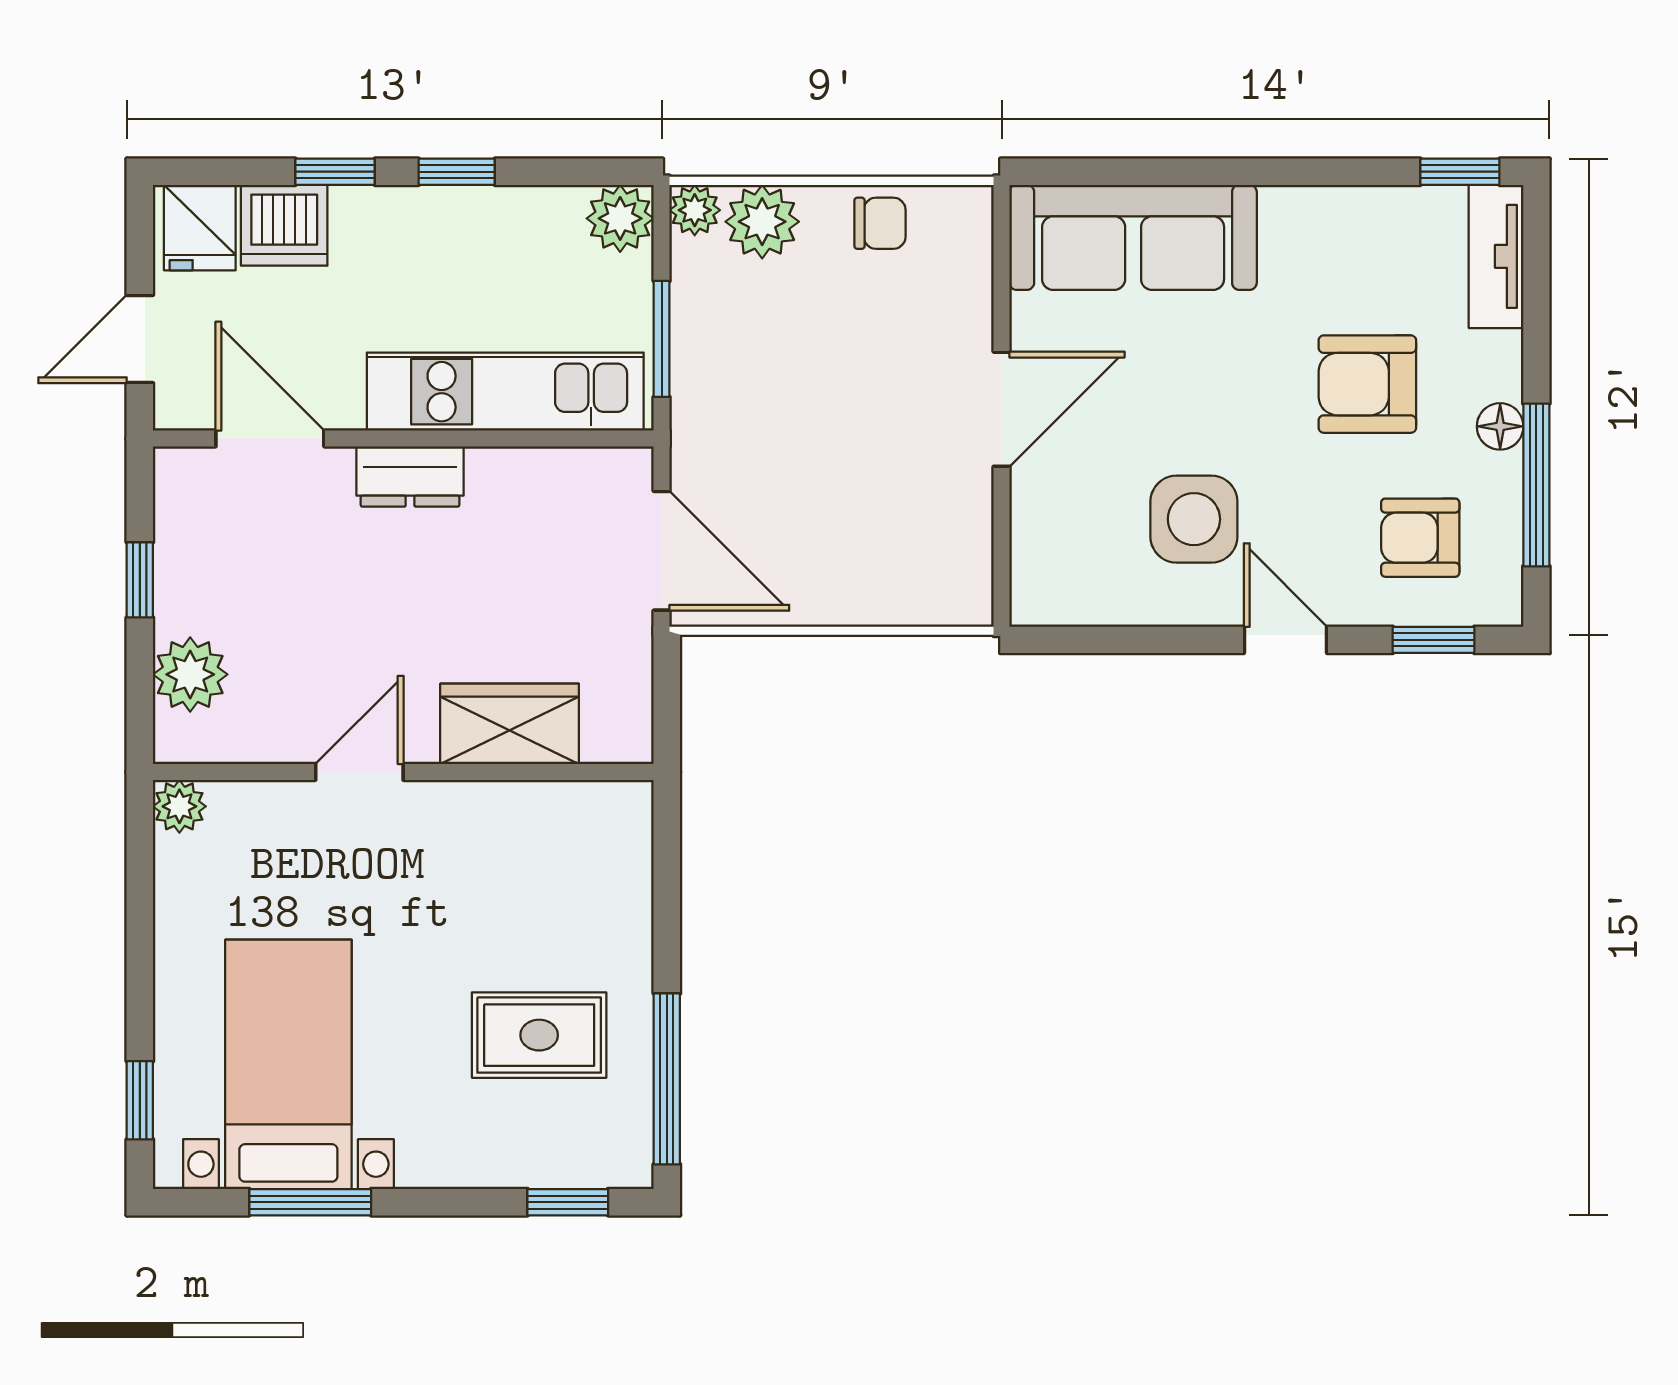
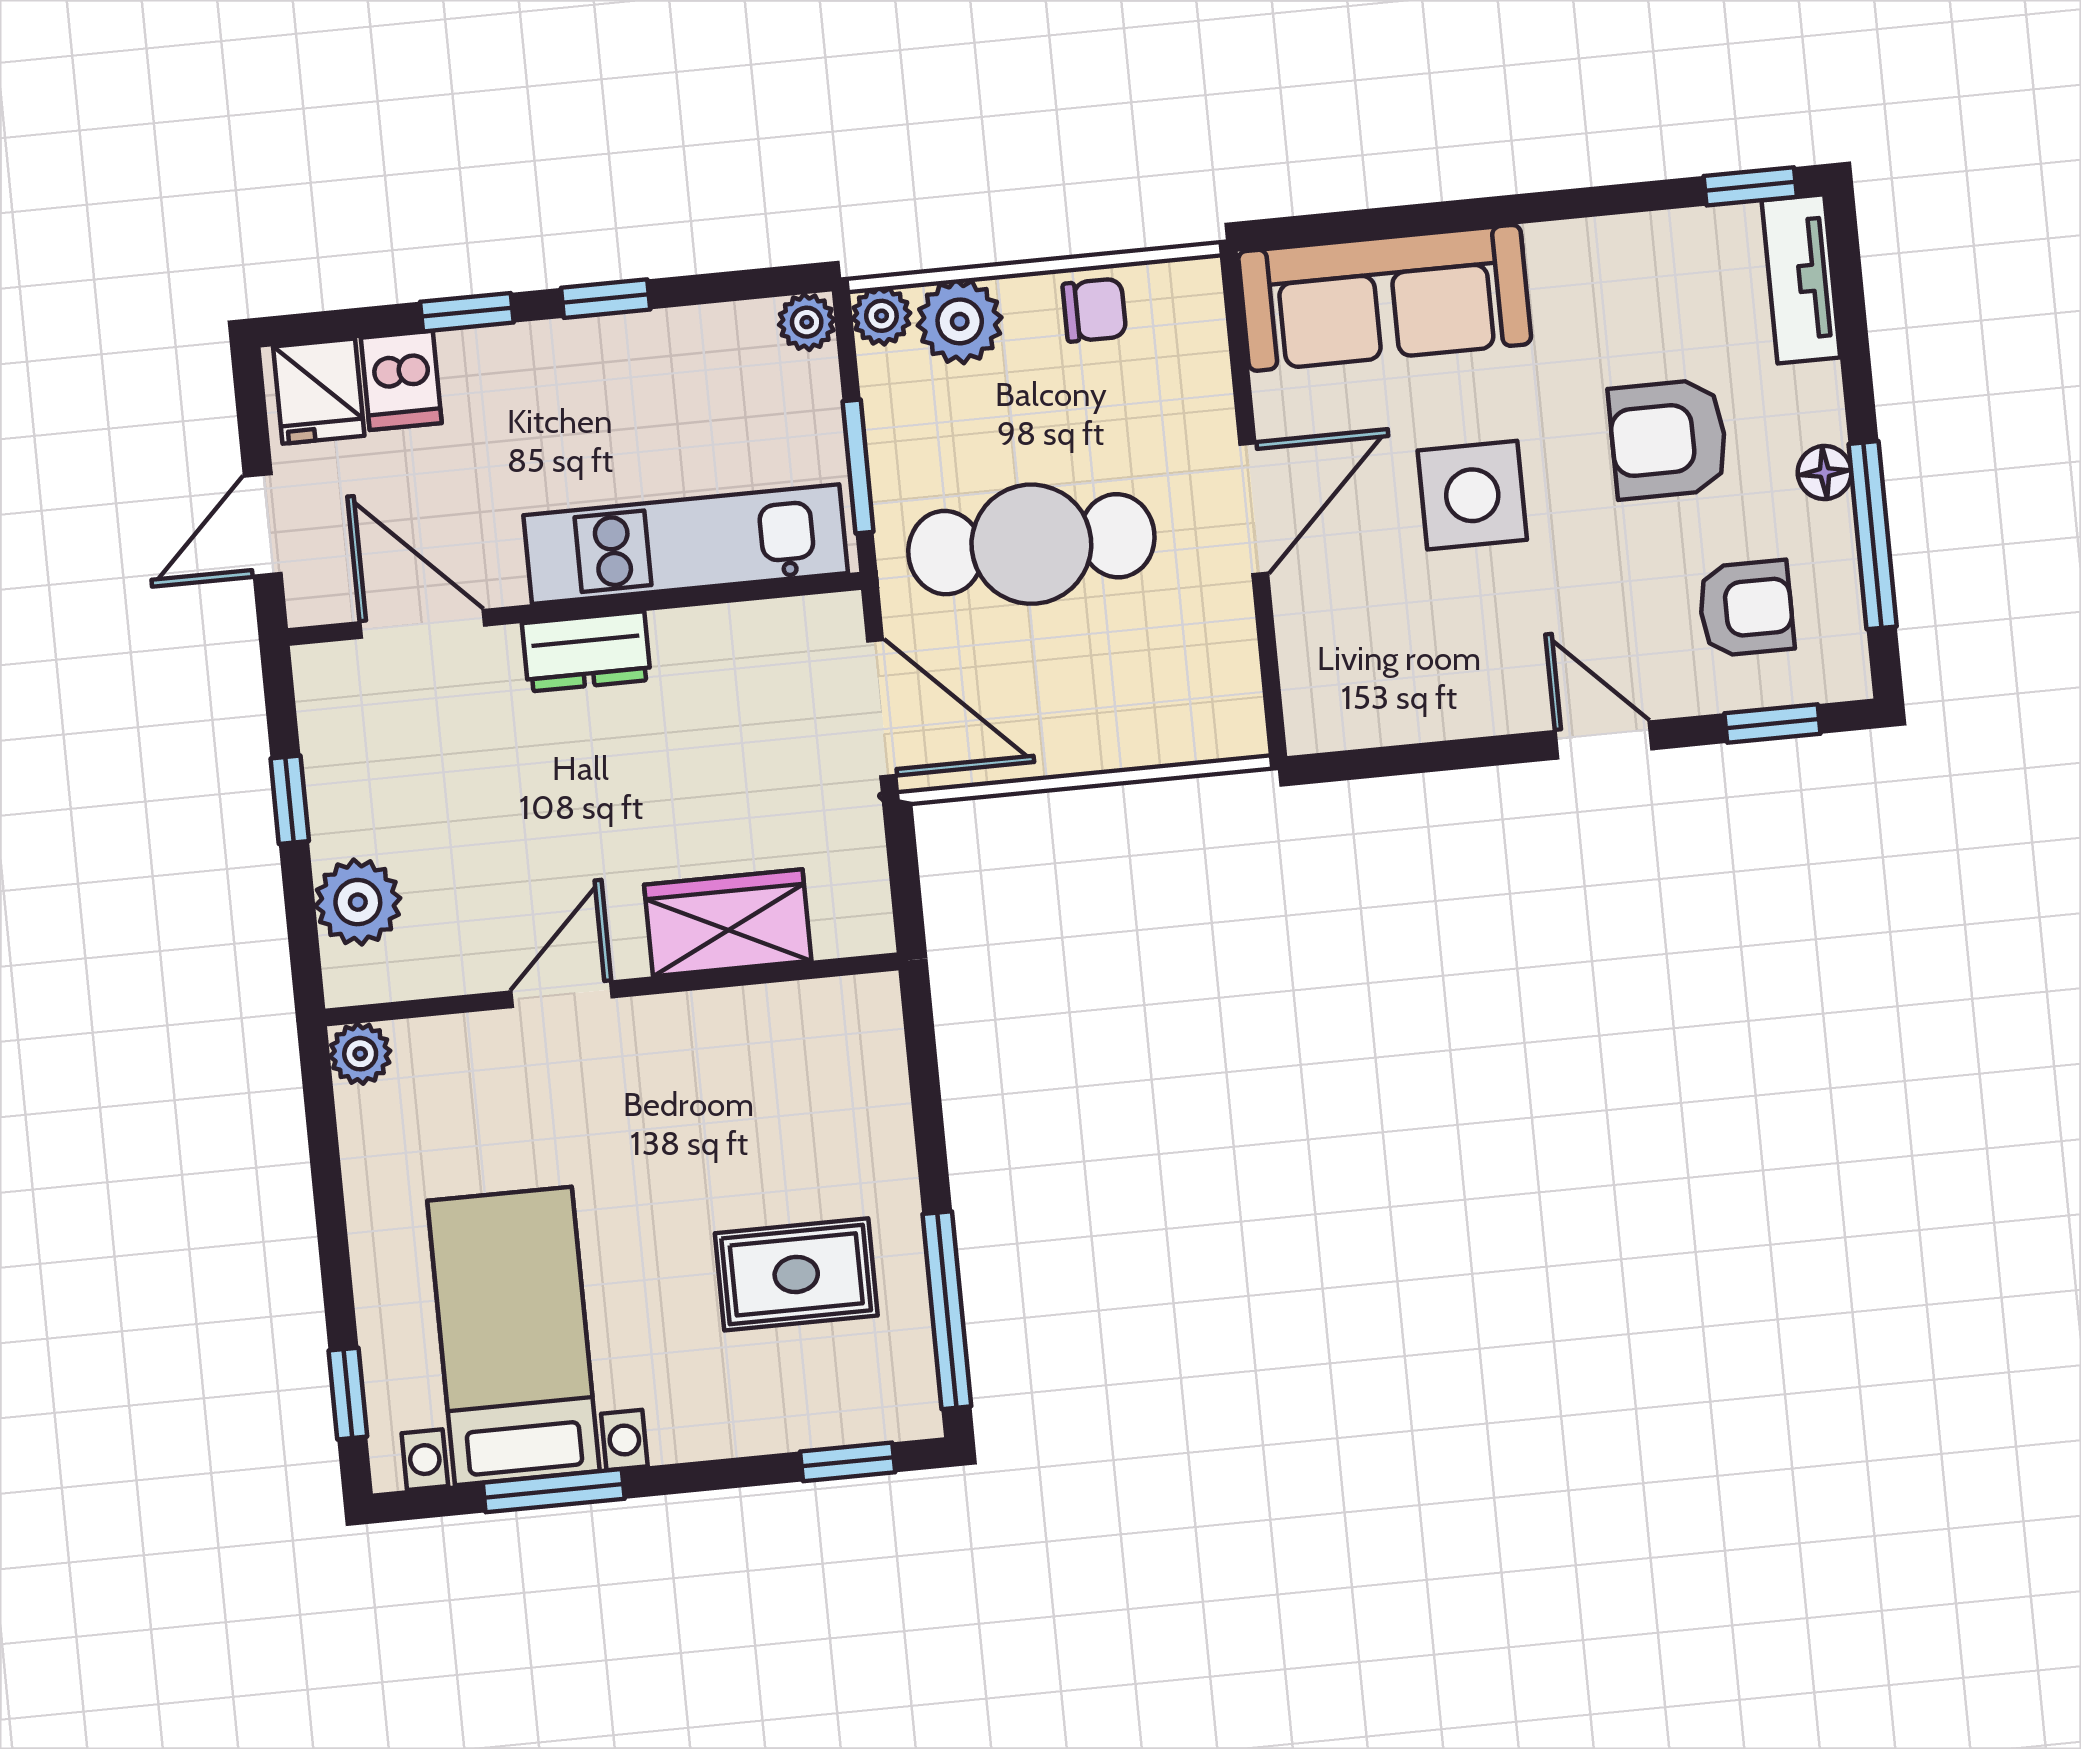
plant: (620, 218) -> (807, 322), width x0.73, depth x0.73
dishwasher: (284, 225) -> (401, 380), width x0.73
cafe table: (805, 421) -> (1031, 544), added
side table: (1194, 519) -> (1472, 495), moved
armchair: (1420, 538) -> (1746, 608), turned 180

